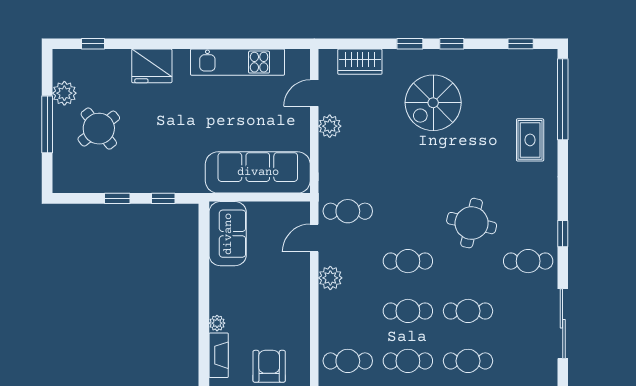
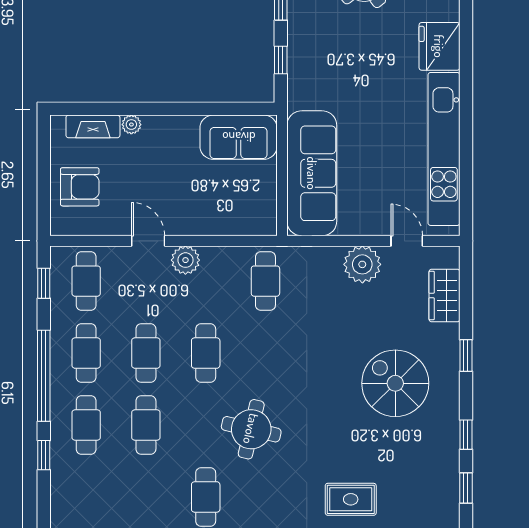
window: (452, 44) -> (466, 435), moved
kitchen unit: (237, 62) -> (444, 149), width x1.36
plant: (330, 126) -> (362, 264), width x1.36, depth x1.36
door: (314, 238) -> (148, 241), moved

